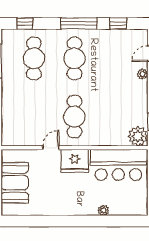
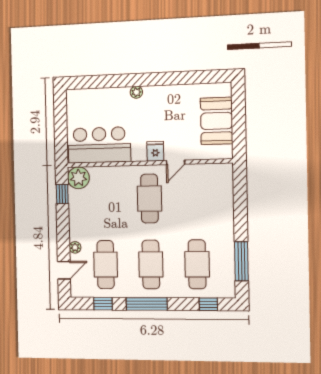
cafe table: (115, 58) -> (106, 265), added
fridge: (75, 161) -> (155, 151), width x0.53, depth x0.75
plant: (103, 210) -> (136, 92), moved

